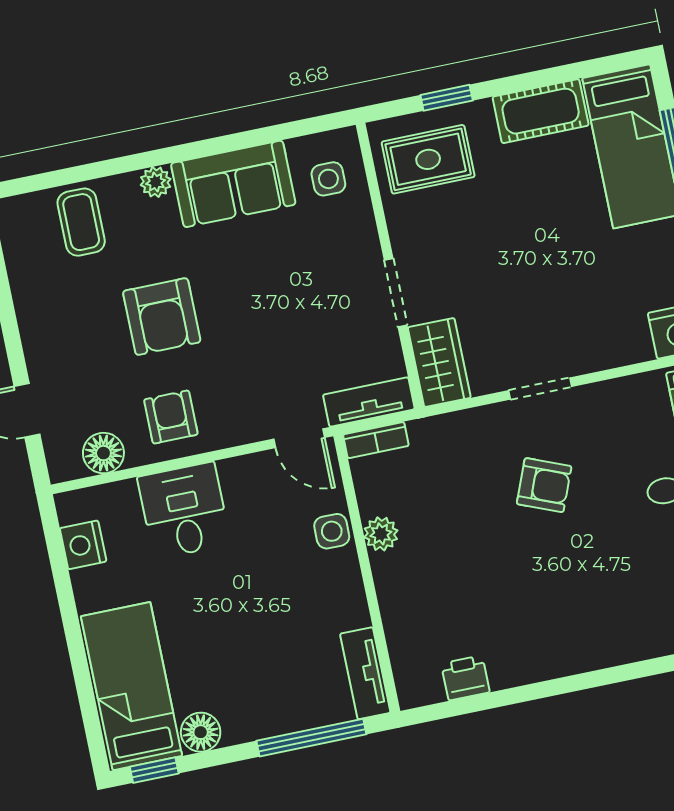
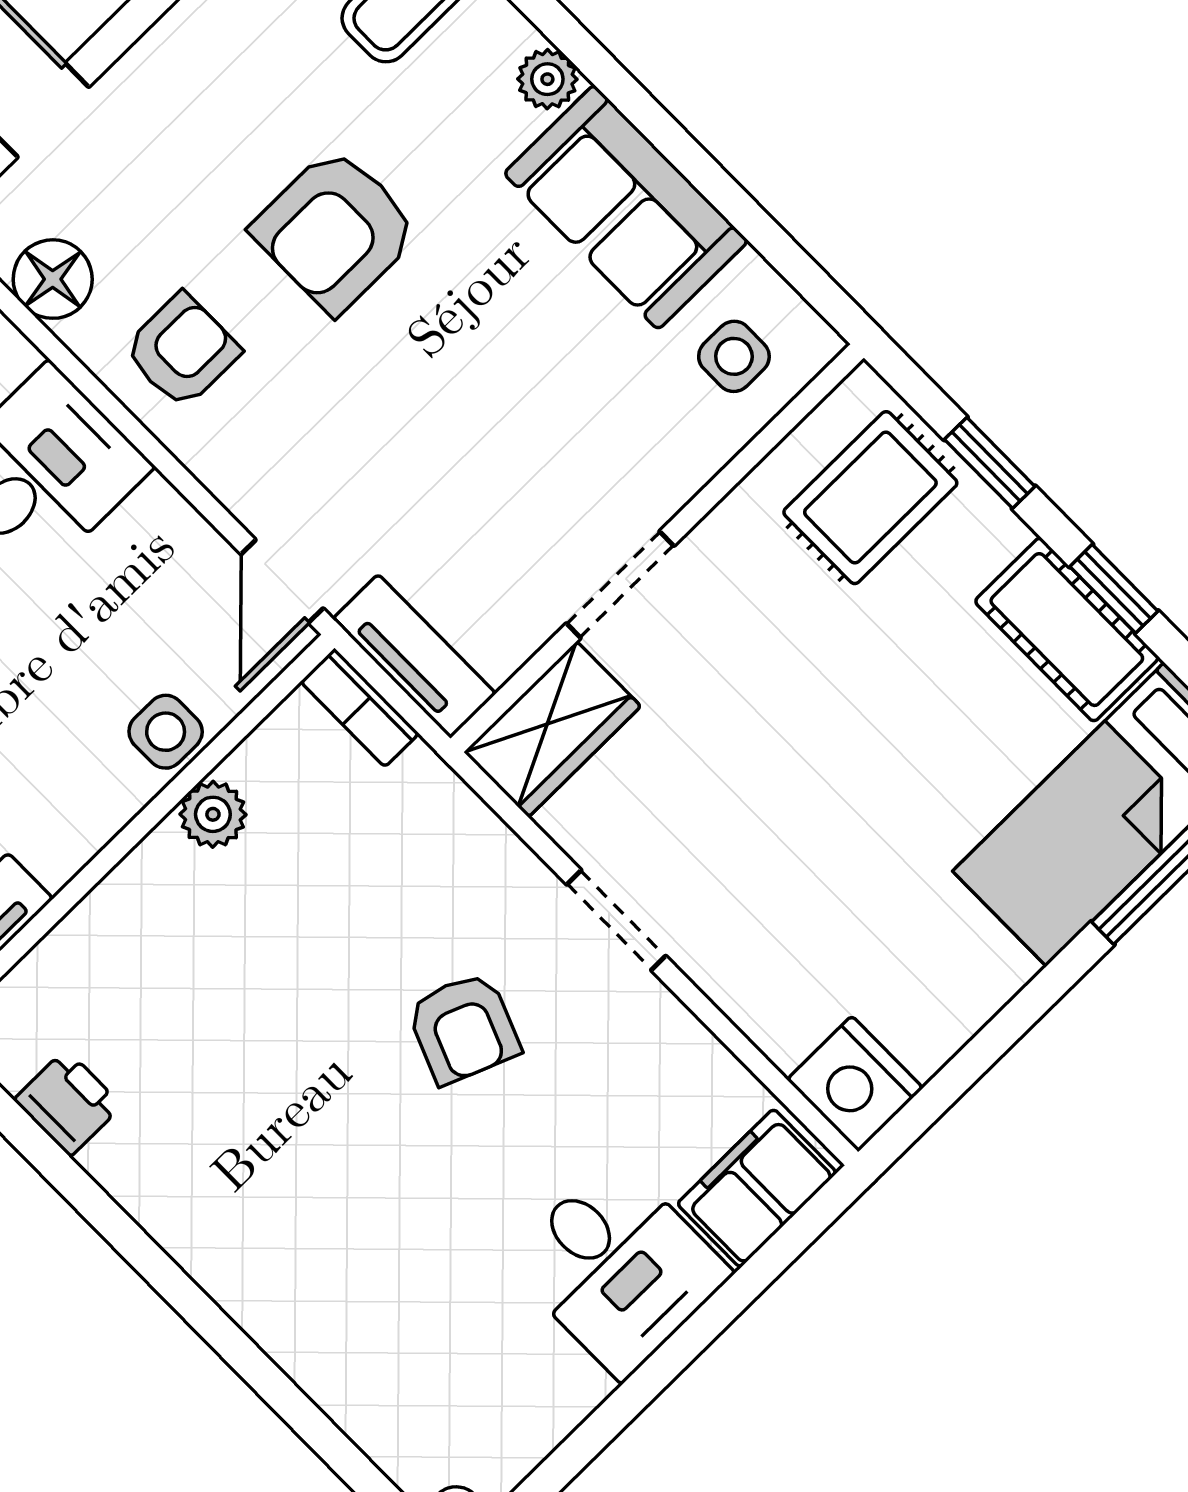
window: (536, 79) -> (1114, 589), added
rug: (428, 159) -> (870, 498), turned 90

